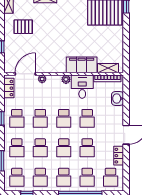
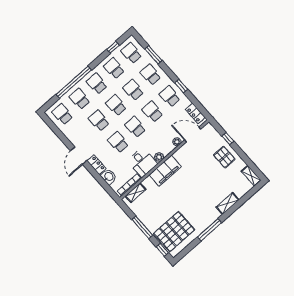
pallet: (23, 27) -> (224, 157), moved, turned 90
window: (126, 37) -> (142, 227), added
filing cabinet: (82, 65) -> (165, 171), moved
door: (25, 74) -> (193, 135), swing flipped
locker: (119, 156) -> (96, 165), moved

